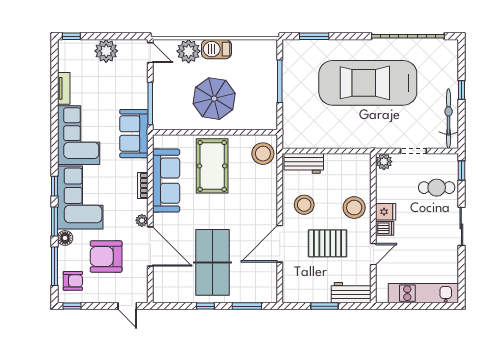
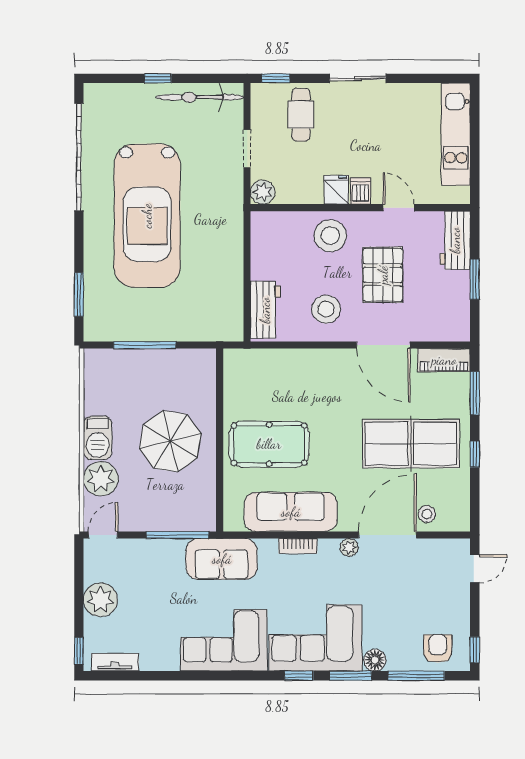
tv unit: (64, 88) -> (115, 662), moved
stool: (263, 154) -> (427, 514), moved, width x0.53, depth x0.53
armchair: (106, 256) -> (402, 600), removed
piano: (269, 285) -> (444, 360), added

